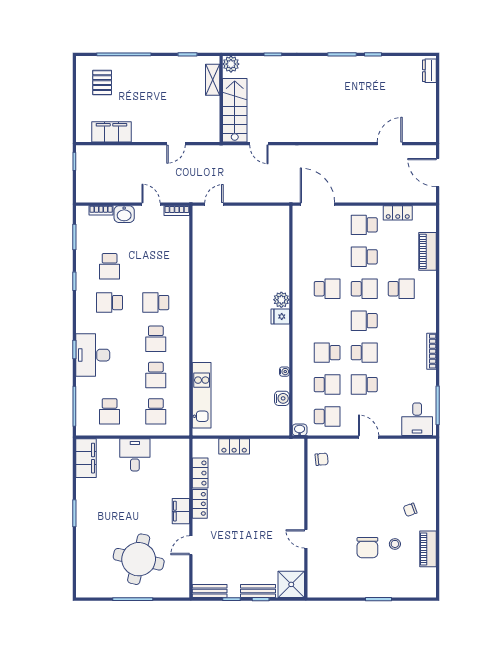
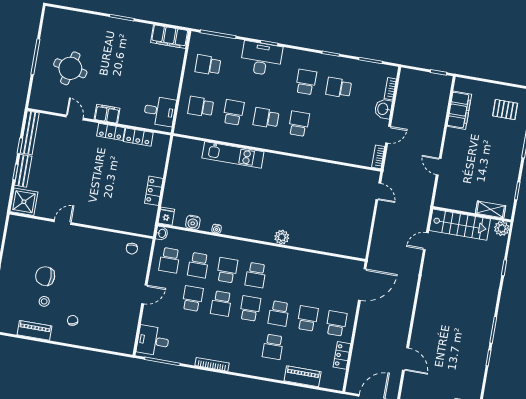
school desk: (327, 289) -> (256, 275), moved
fridge: (280, 316) -> (166, 216), moved
school desk: (156, 375) -> (233, 112), turned 90
kitchen unit: (202, 395) -> (233, 155), moved
locker: (234, 446) -> (154, 191), moved
desk: (135, 455) -> (160, 111), moved
round table: (139, 559) -> (70, 68), width x0.73, depth x0.73
bench: (210, 591) -> (30, 133), width x1.36

